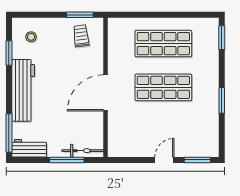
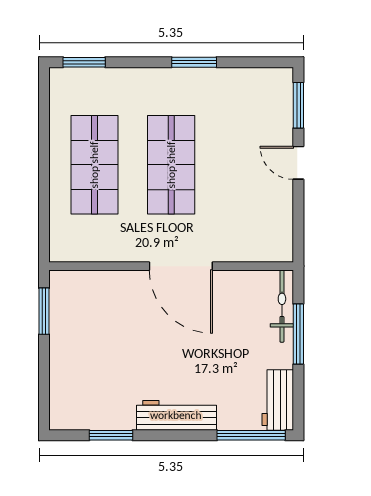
trolley: (81, 36) -> (81, 309), removed
stool: (31, 37) -> (83, 397), removed
workbench: (23, 90) -> (176, 415), width x0.73, depth x0.76

